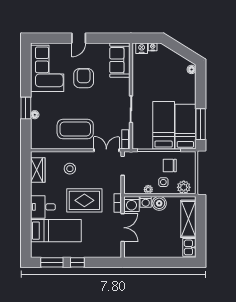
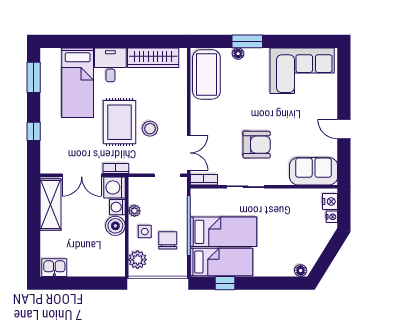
door: (79, 38) -> (344, 129), moved
armchair: (84, 78) -> (257, 145), moved
window: (201, 124) -> (225, 283), width x0.46
coffee table: (75, 129) -> (206, 74), moved
stool: (70, 169) -> (150, 129), moved
wardrobe: (38, 170) -> (153, 58), width x1.50
shelving: (188, 219) -> (51, 205), moved, turned 90
window: (77, 262) -> (34, 131), moved

